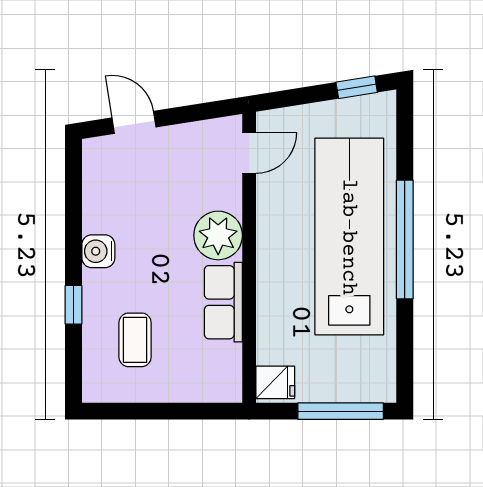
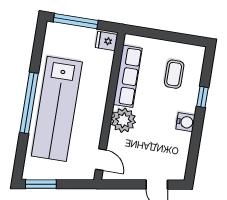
window: (357, 87) -> (41, 184), width x1.50
door: (249, 153) -> (101, 160), swing flipped
row of seats: (223, 302) -> (128, 76), width x1.48

